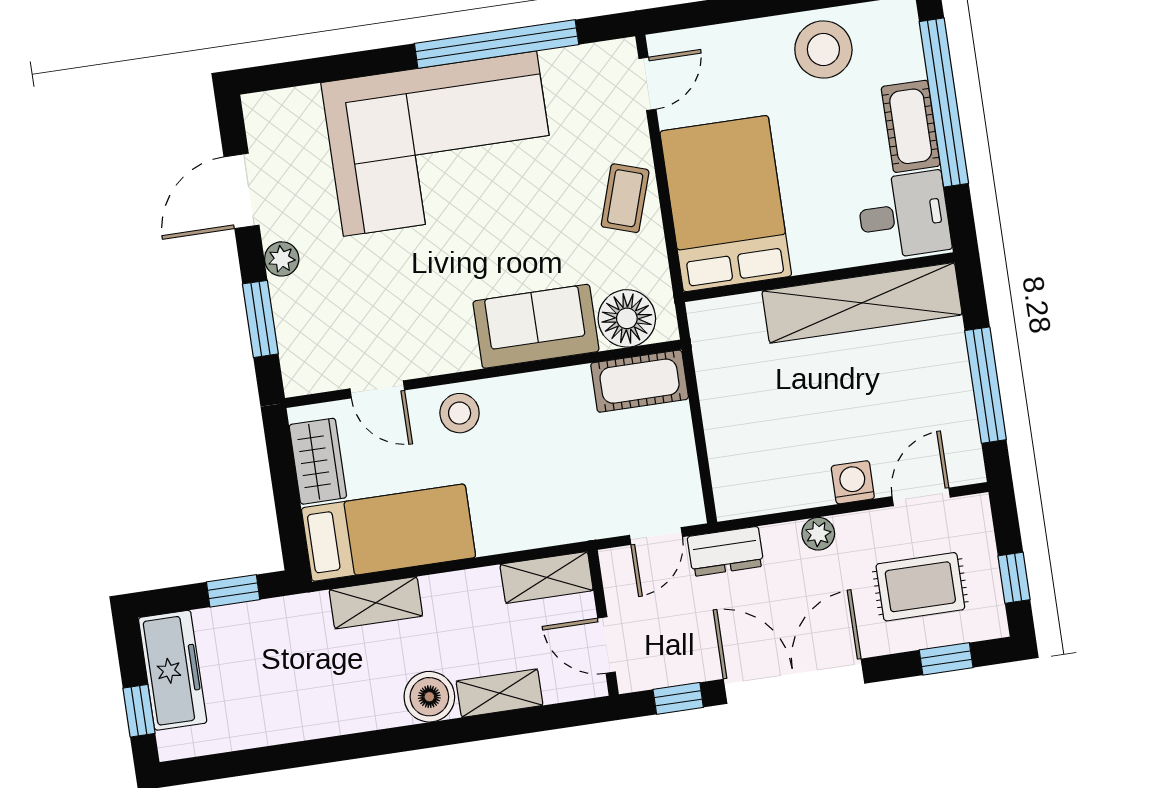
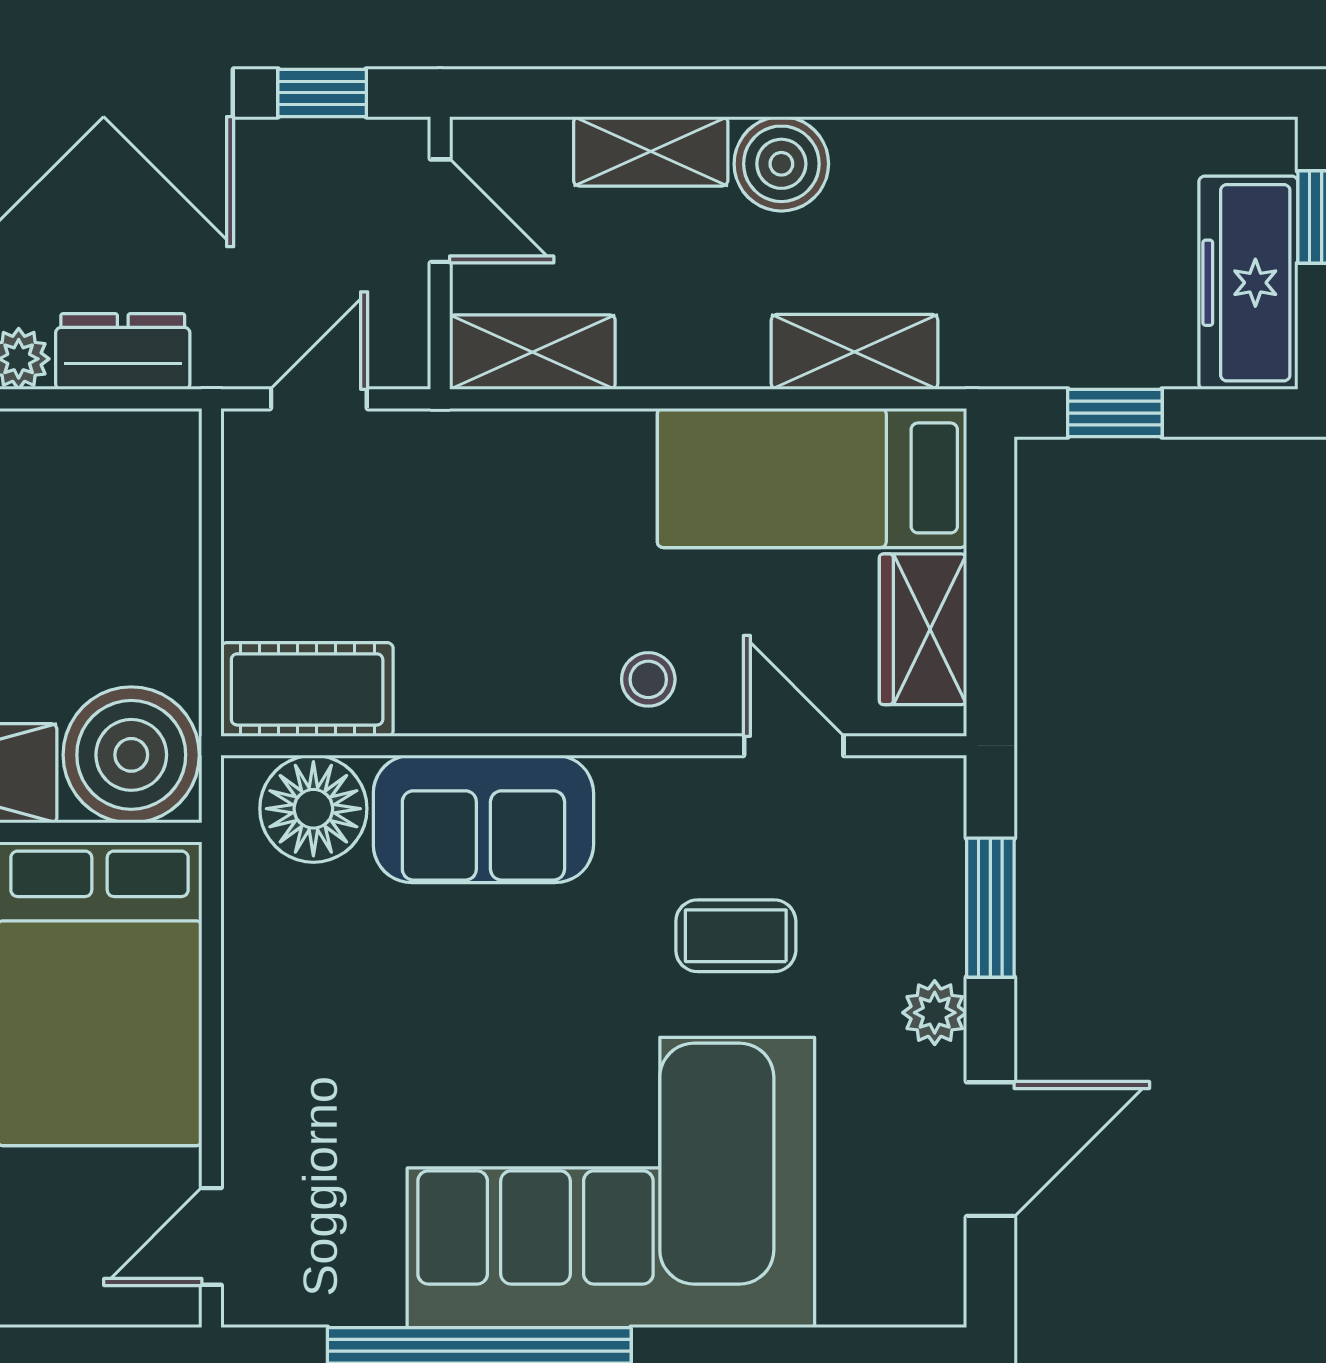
coffee table: (625, 198) -> (736, 936), moved, turned 72
boiler: (728, 333) -> (131, 755), added
stool: (460, 413) -> (648, 679), width x0.73, depth x0.73
dresser: (726, 551) -> (123, 352), moved

